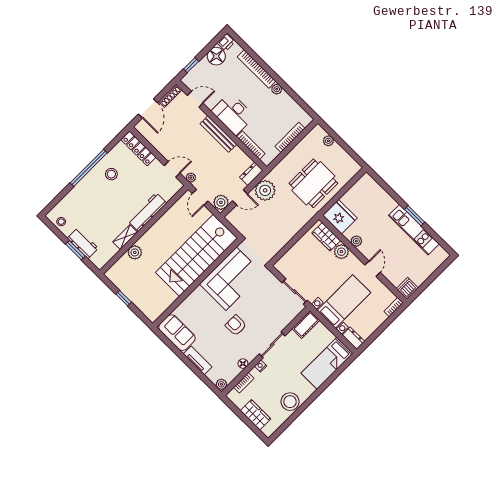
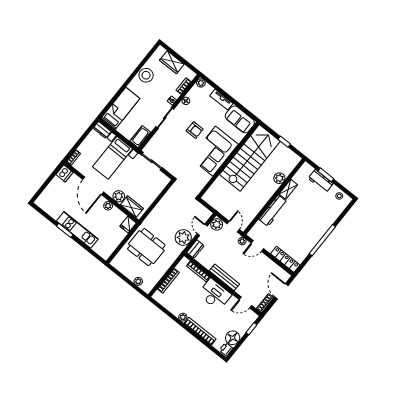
stool: (111, 174) -> (304, 237), removed
dining table: (313, 183) -> (146, 247), turned 90
door: (240, 197) -> (202, 230), hinge flipped
fridge: (340, 217) -> (128, 225), width x0.53, depth x0.75
kitchen unit: (414, 230) -> (77, 230), moved
stairs: (196, 255) -> (250, 158), moved
door: (373, 269) -> (93, 186), width x1.88
corner sofa: (231, 279) -> (214, 151), moved

